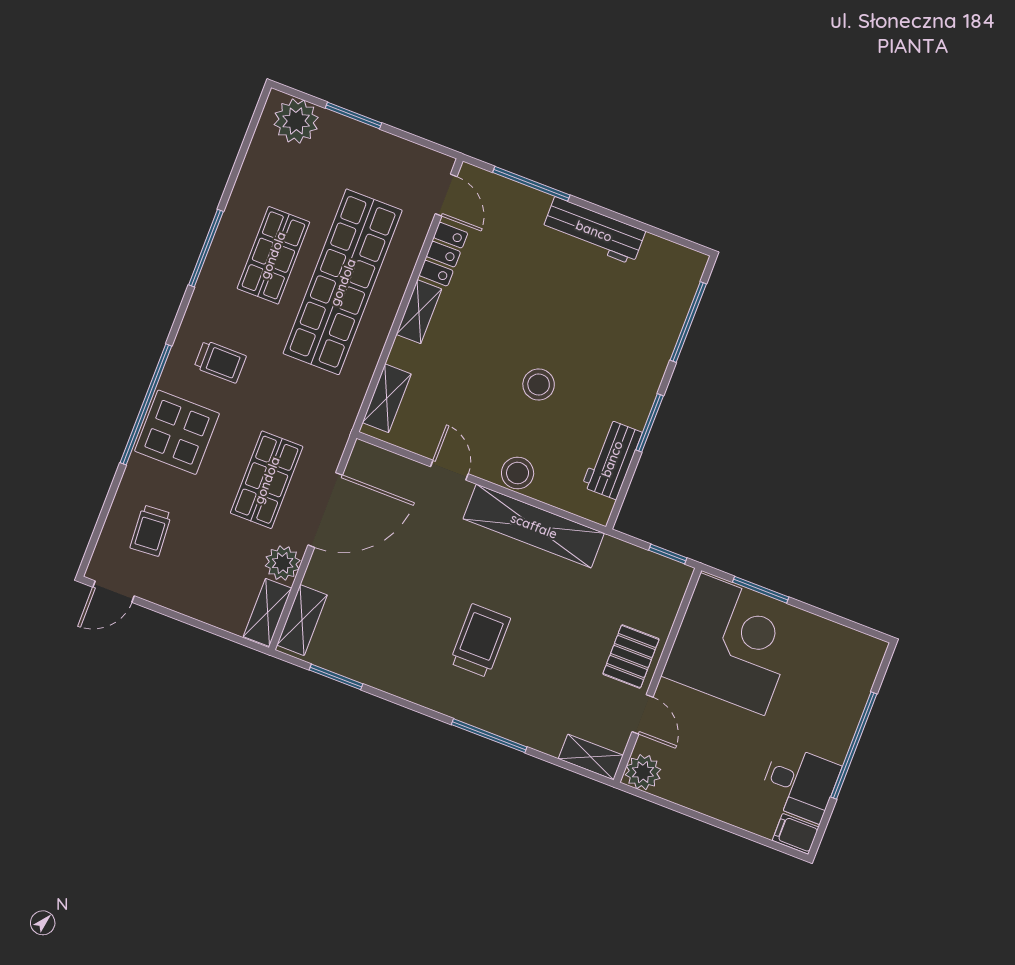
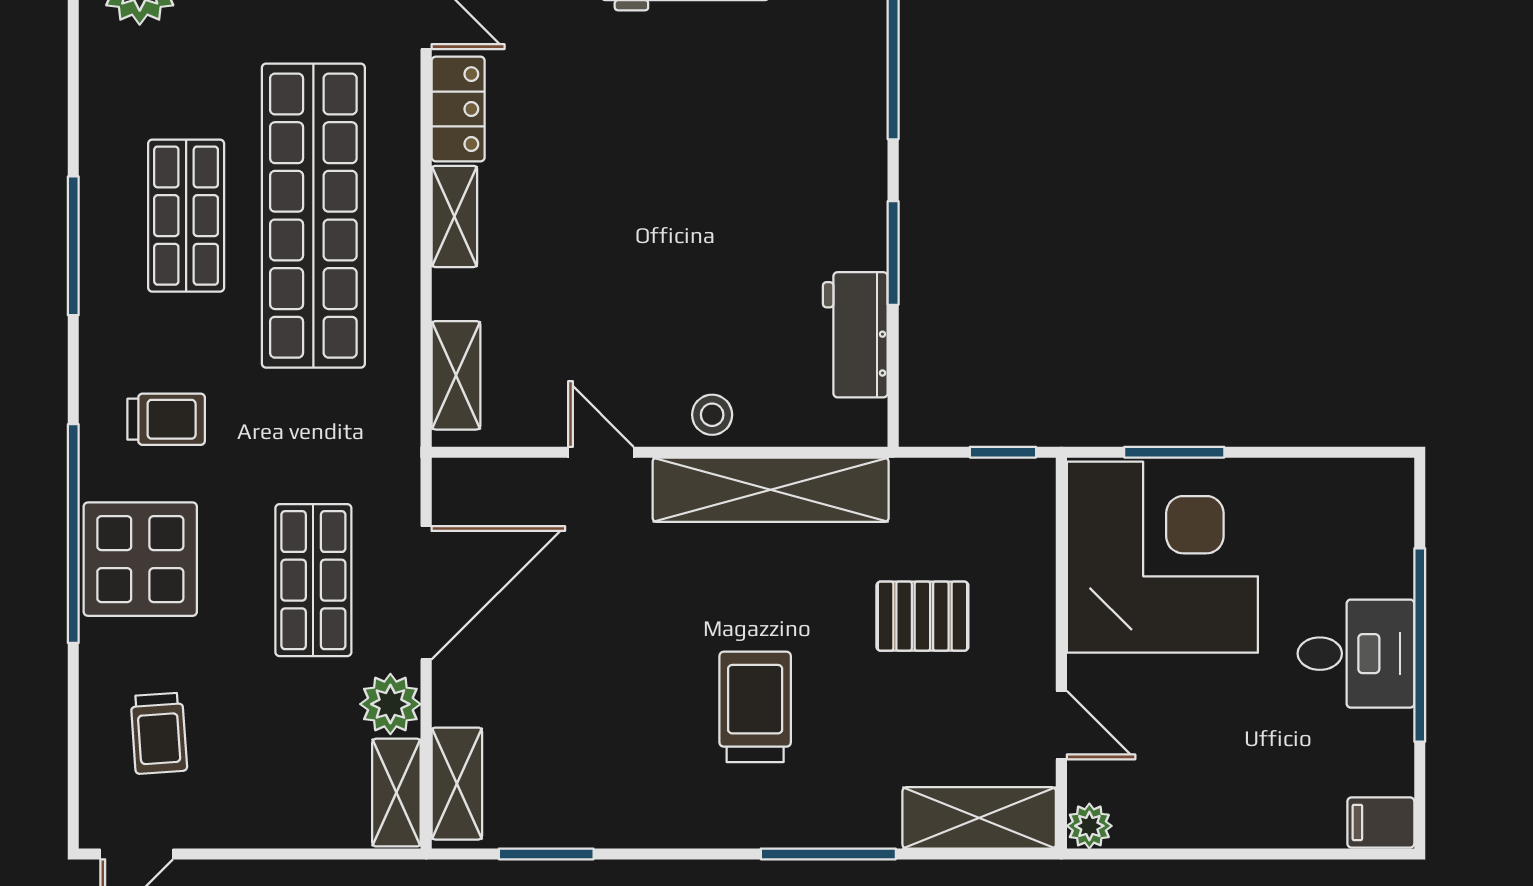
stool: (539, 385) -> (691, 260), removed
stool: (518, 473) -> (712, 415), width x0.73, depth x0.73
pallet: (631, 656) -> (922, 616), moved, turned 90
shelving: (591, 757) -> (979, 818), width x1.50, depth x1.33
plant: (643, 772) -> (1089, 826), width x0.73, depth x0.73
desk: (800, 783) -> (1356, 654), moved

